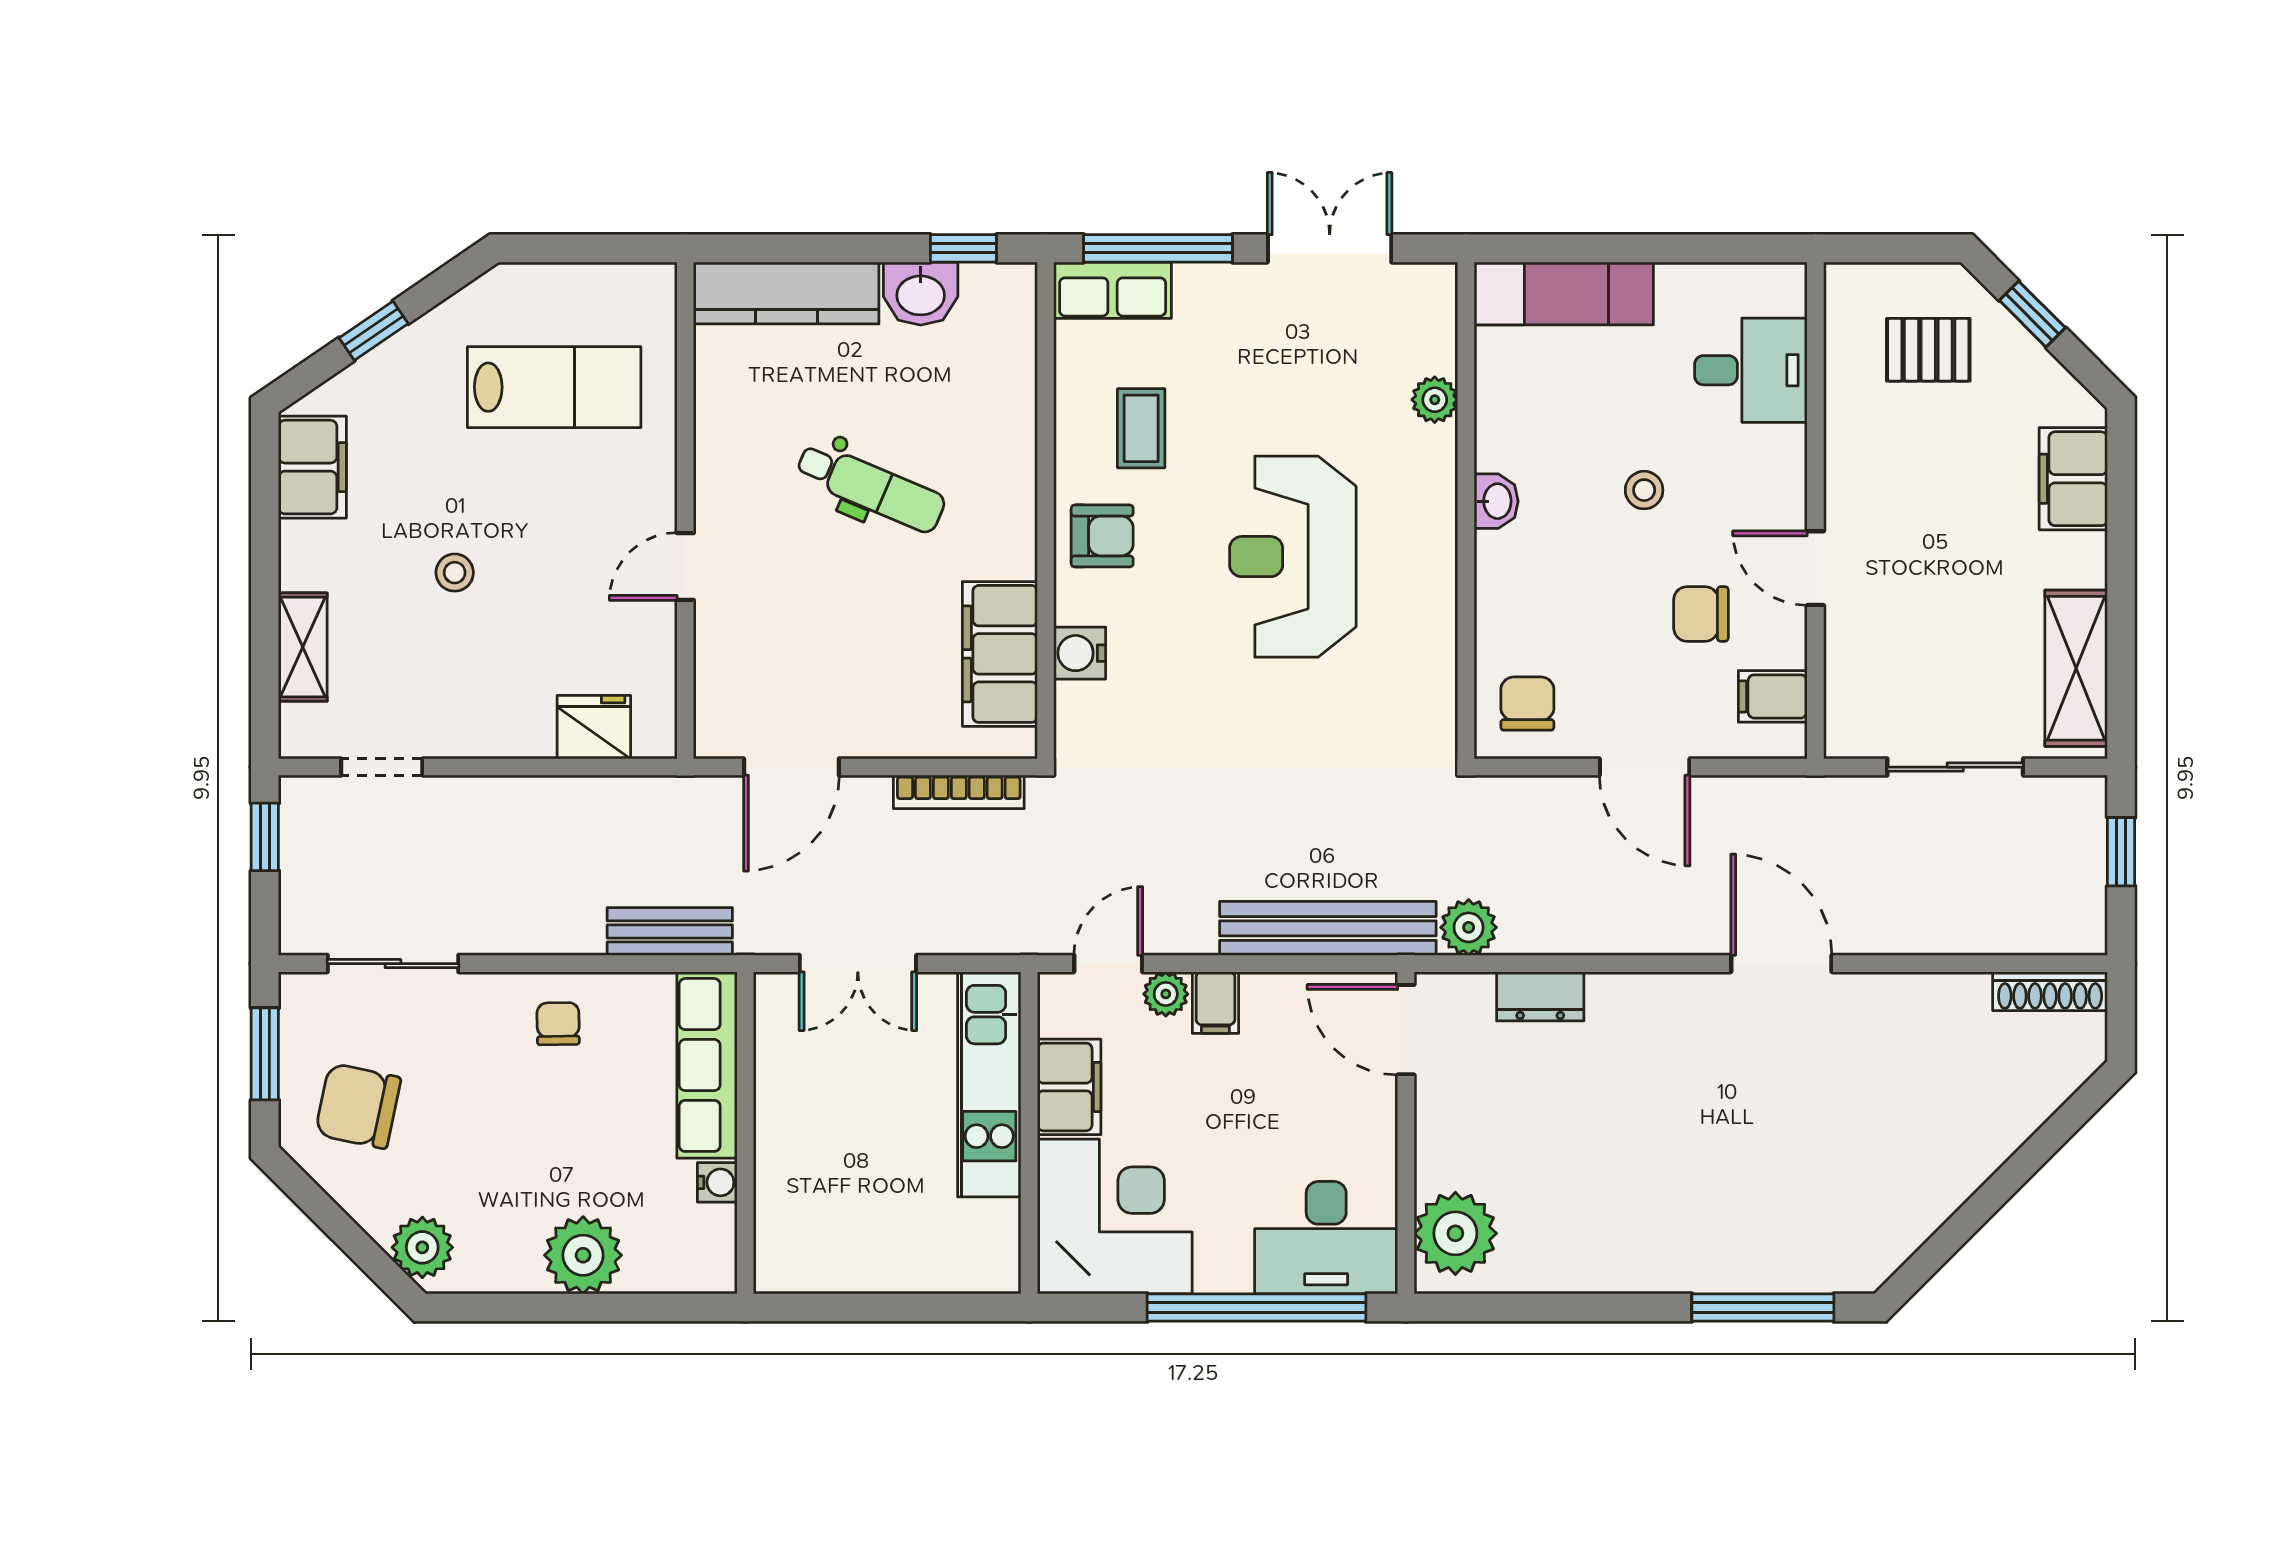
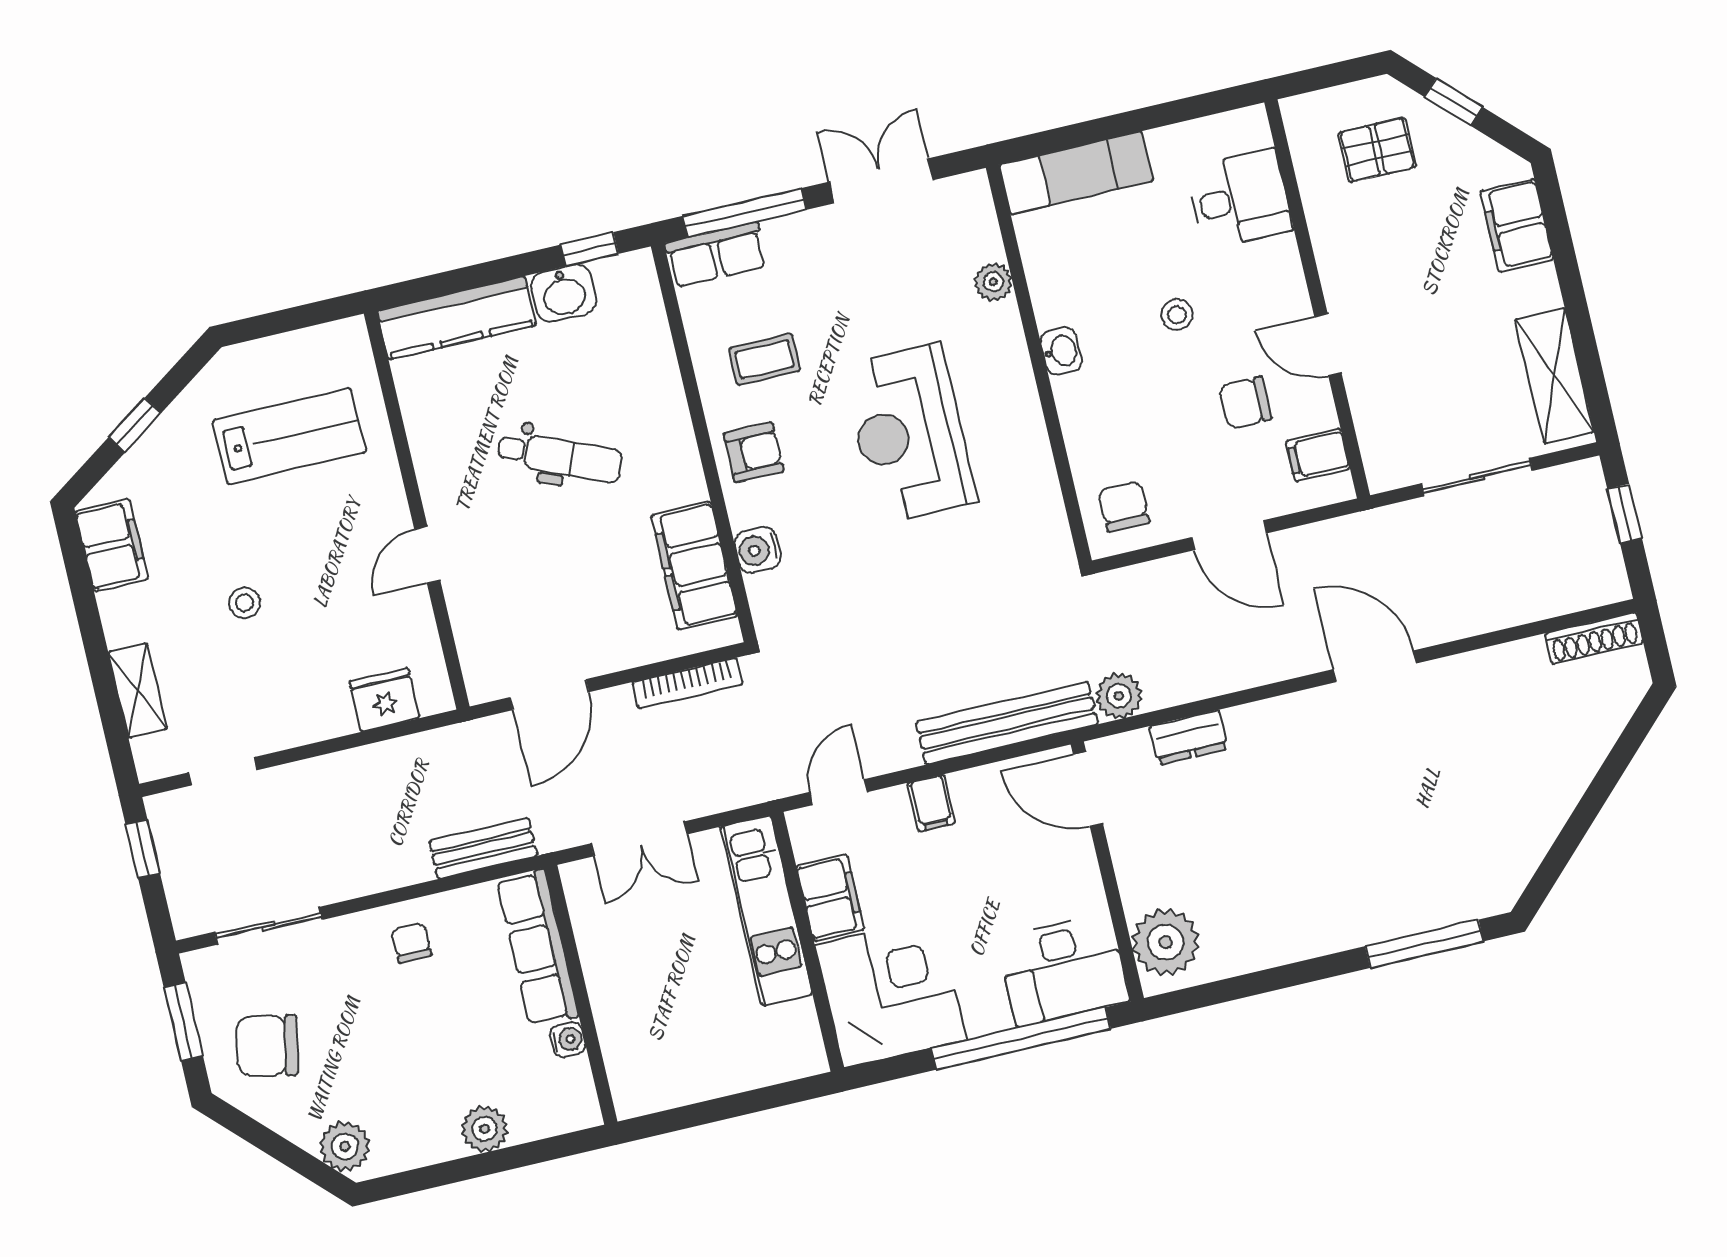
coffee table: (1141, 428) -> (765, 359), turned 90
plant: (1166, 994) -> (890, 806), removed
plant: (583, 1255) -> (485, 1129), width x0.73, depth x0.73

